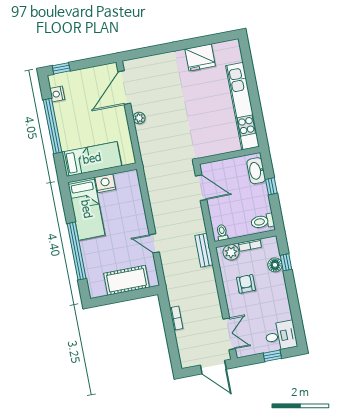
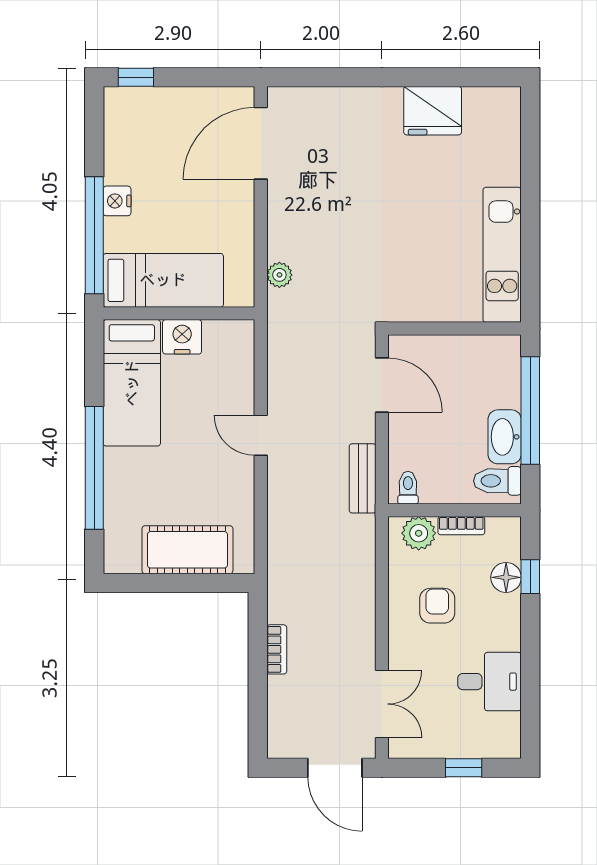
nightstand: (57, 94) -> (117, 201), moved
kitchen unit: (243, 106) -> (502, 255), width x0.73
plant: (139, 118) -> (279, 275), moved
window: (53, 126) -> (94, 235), moved
washbasin: (256, 171) -> (505, 437), moved
window: (271, 186) -> (530, 411), width x3.17
door: (154, 243) -> (261, 435), moved
bench: (204, 250) -> (363, 478), moved
desk: (281, 336) -> (490, 682), moved

